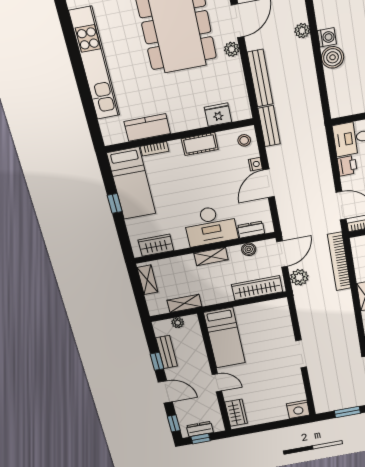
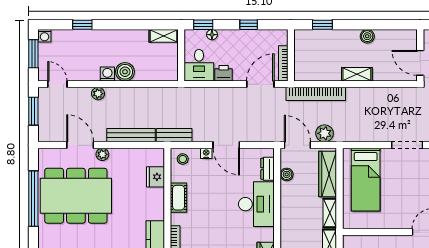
shelving: (211, 257) -> (330, 213), moved
bed: (225, 338) -> (366, 180), moved, turned 90

